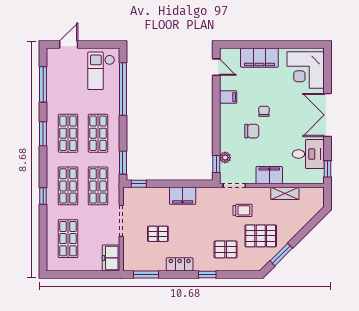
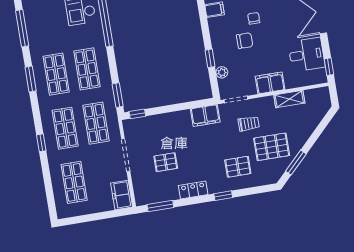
window: (216, 164) -> (210, 58), moved
filing cabinet: (183, 196) -> (205, 115), moved

